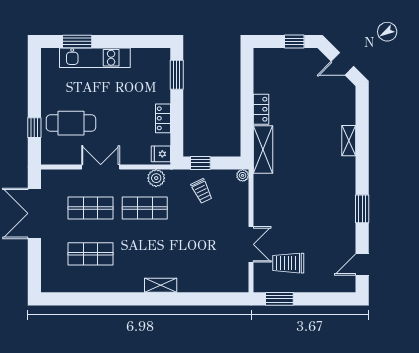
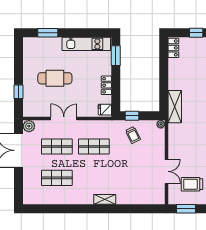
kitchen unit: (95, 58) -> (86, 44), moved
locker: (261, 109) -> (173, 48), moved
cafe table: (71, 123) -> (55, 78), moved
plant: (156, 178) -> (29, 126), moved

